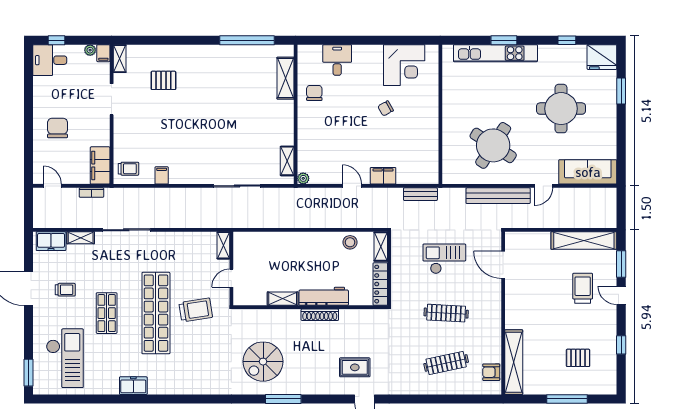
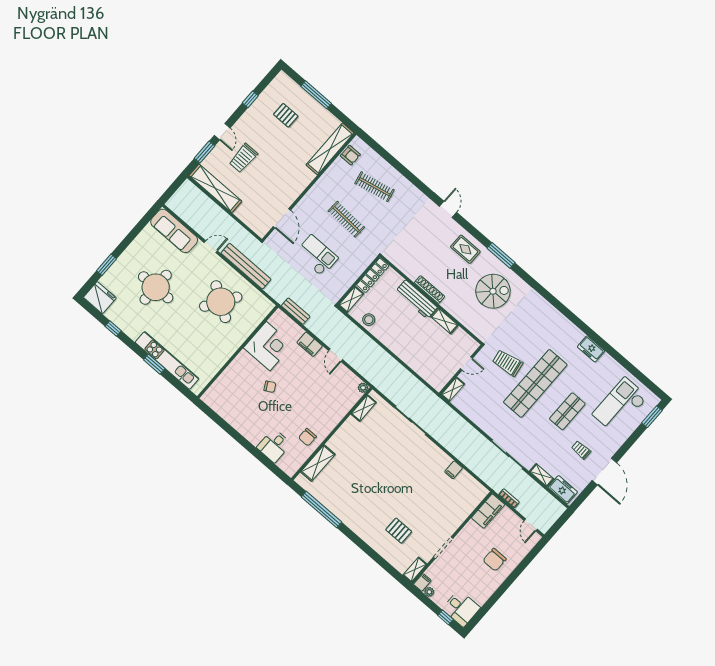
corner desk: (404, 65) -> (268, 346), moved, turned 90
trolley: (128, 169) -> (471, 493), removed
checkout: (444, 259) -> (317, 256), turned 180
rug: (355, 367) -> (465, 249), moved

